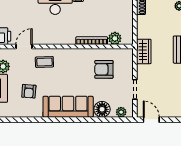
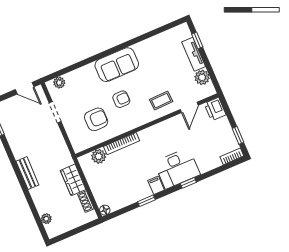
wardrobe: (144, 51) -> (73, 180), moved
armchair: (29, 91) -> (121, 99), moved, turned 86
sofa: (68, 107) -> (117, 65), width x0.73
floor lamp: (102, 109) -> (80, 77), removed

